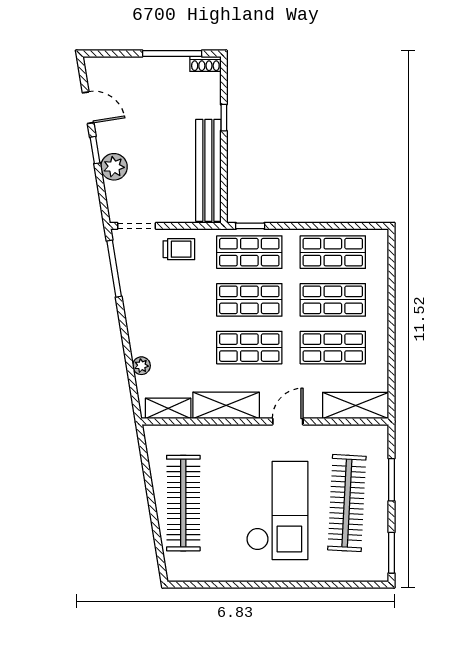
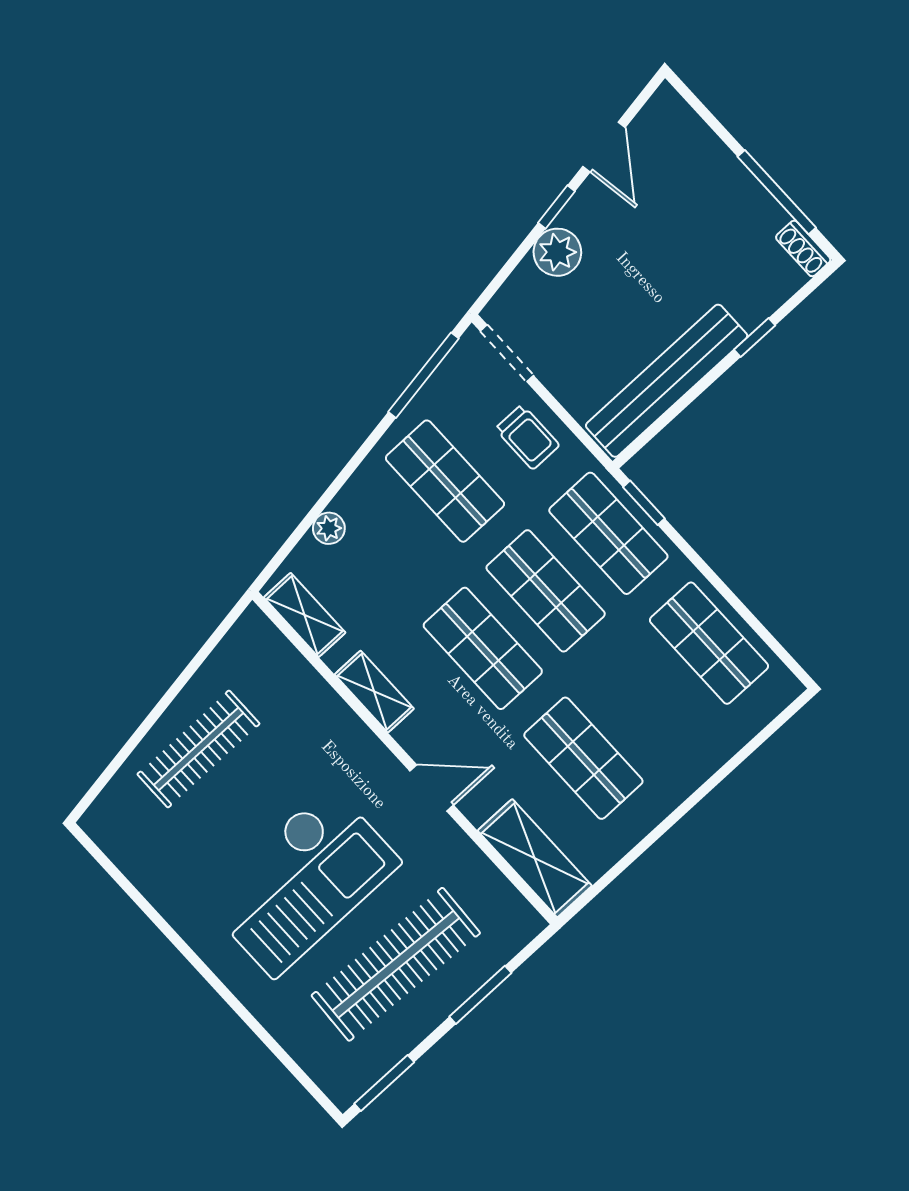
shop shelf: (333, 300) -> (445, 481), moved
shelving: (226, 405) -> (374, 692), width x0.67, depth x0.75
clothes rail: (183, 503) -> (198, 749), width x0.73, depth x0.76

